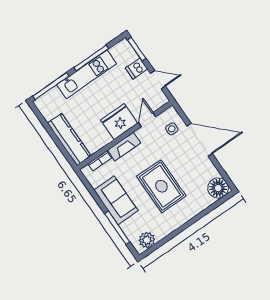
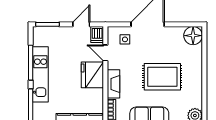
dishwasher: (137, 69) -> (97, 34), moved

